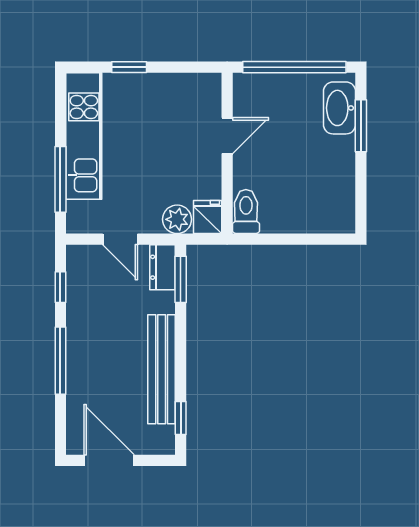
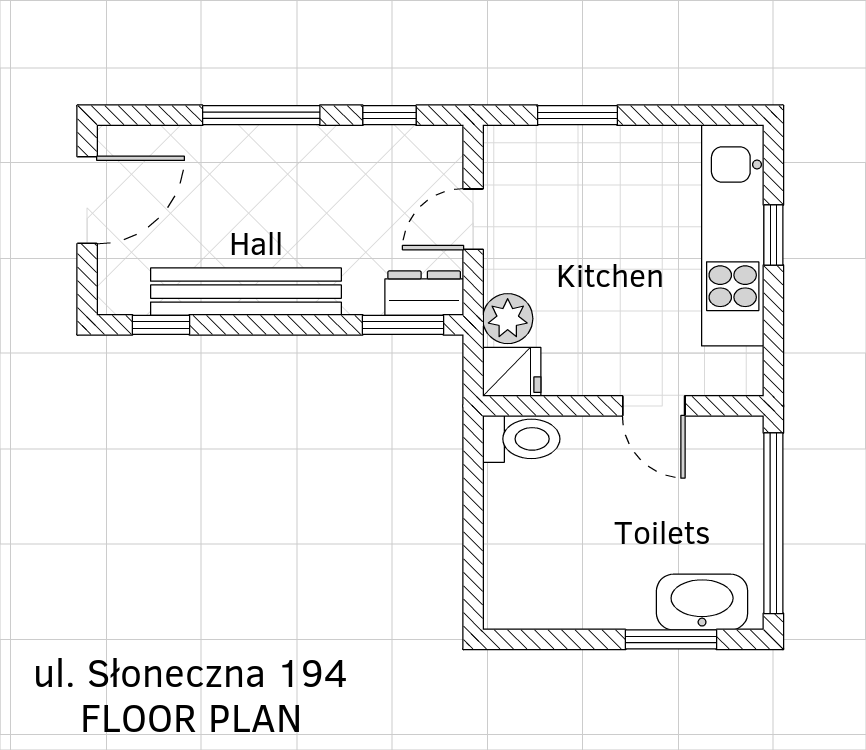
kitchen unit: (84, 136) -> (733, 235), moved, turned 90
window: (60, 179) -> (577, 115), width x0.69

